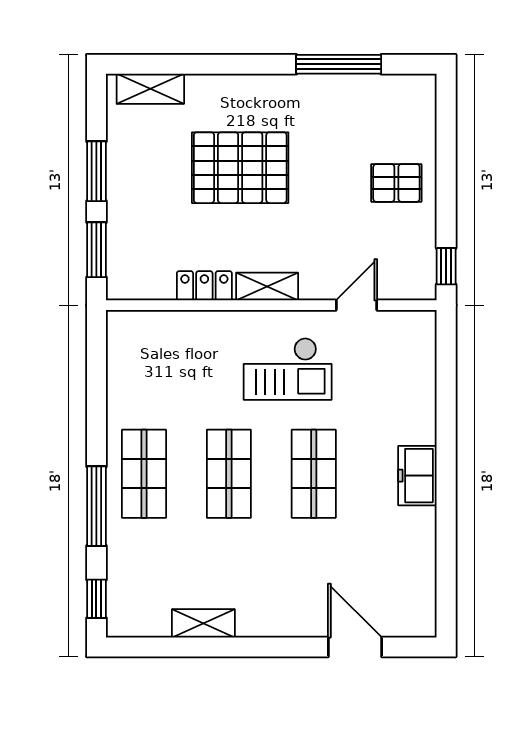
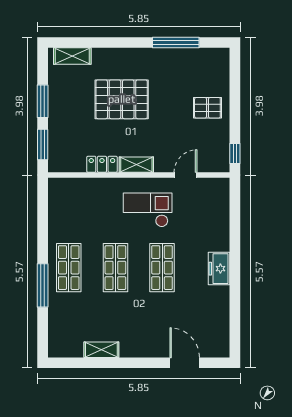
checkout: (288, 369) -> (148, 210), turned 180
window: (96, 599) -> (43, 336), removed

